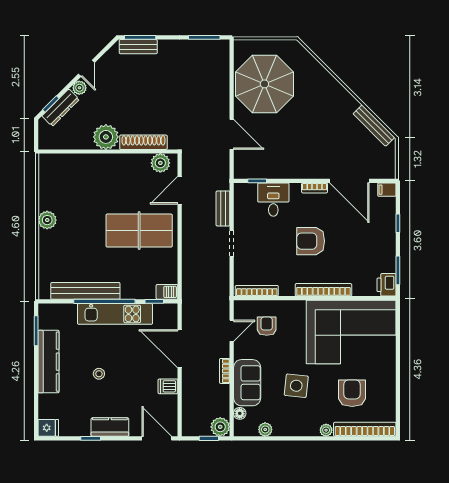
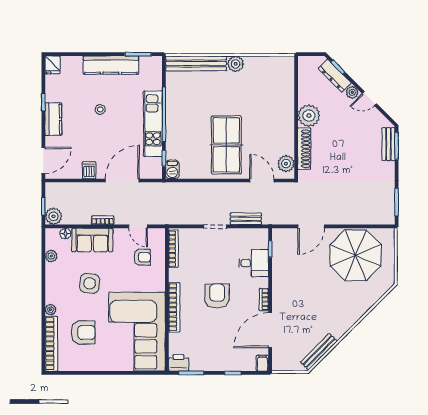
bench: (85, 291) -> (196, 63), moved, turned 90

